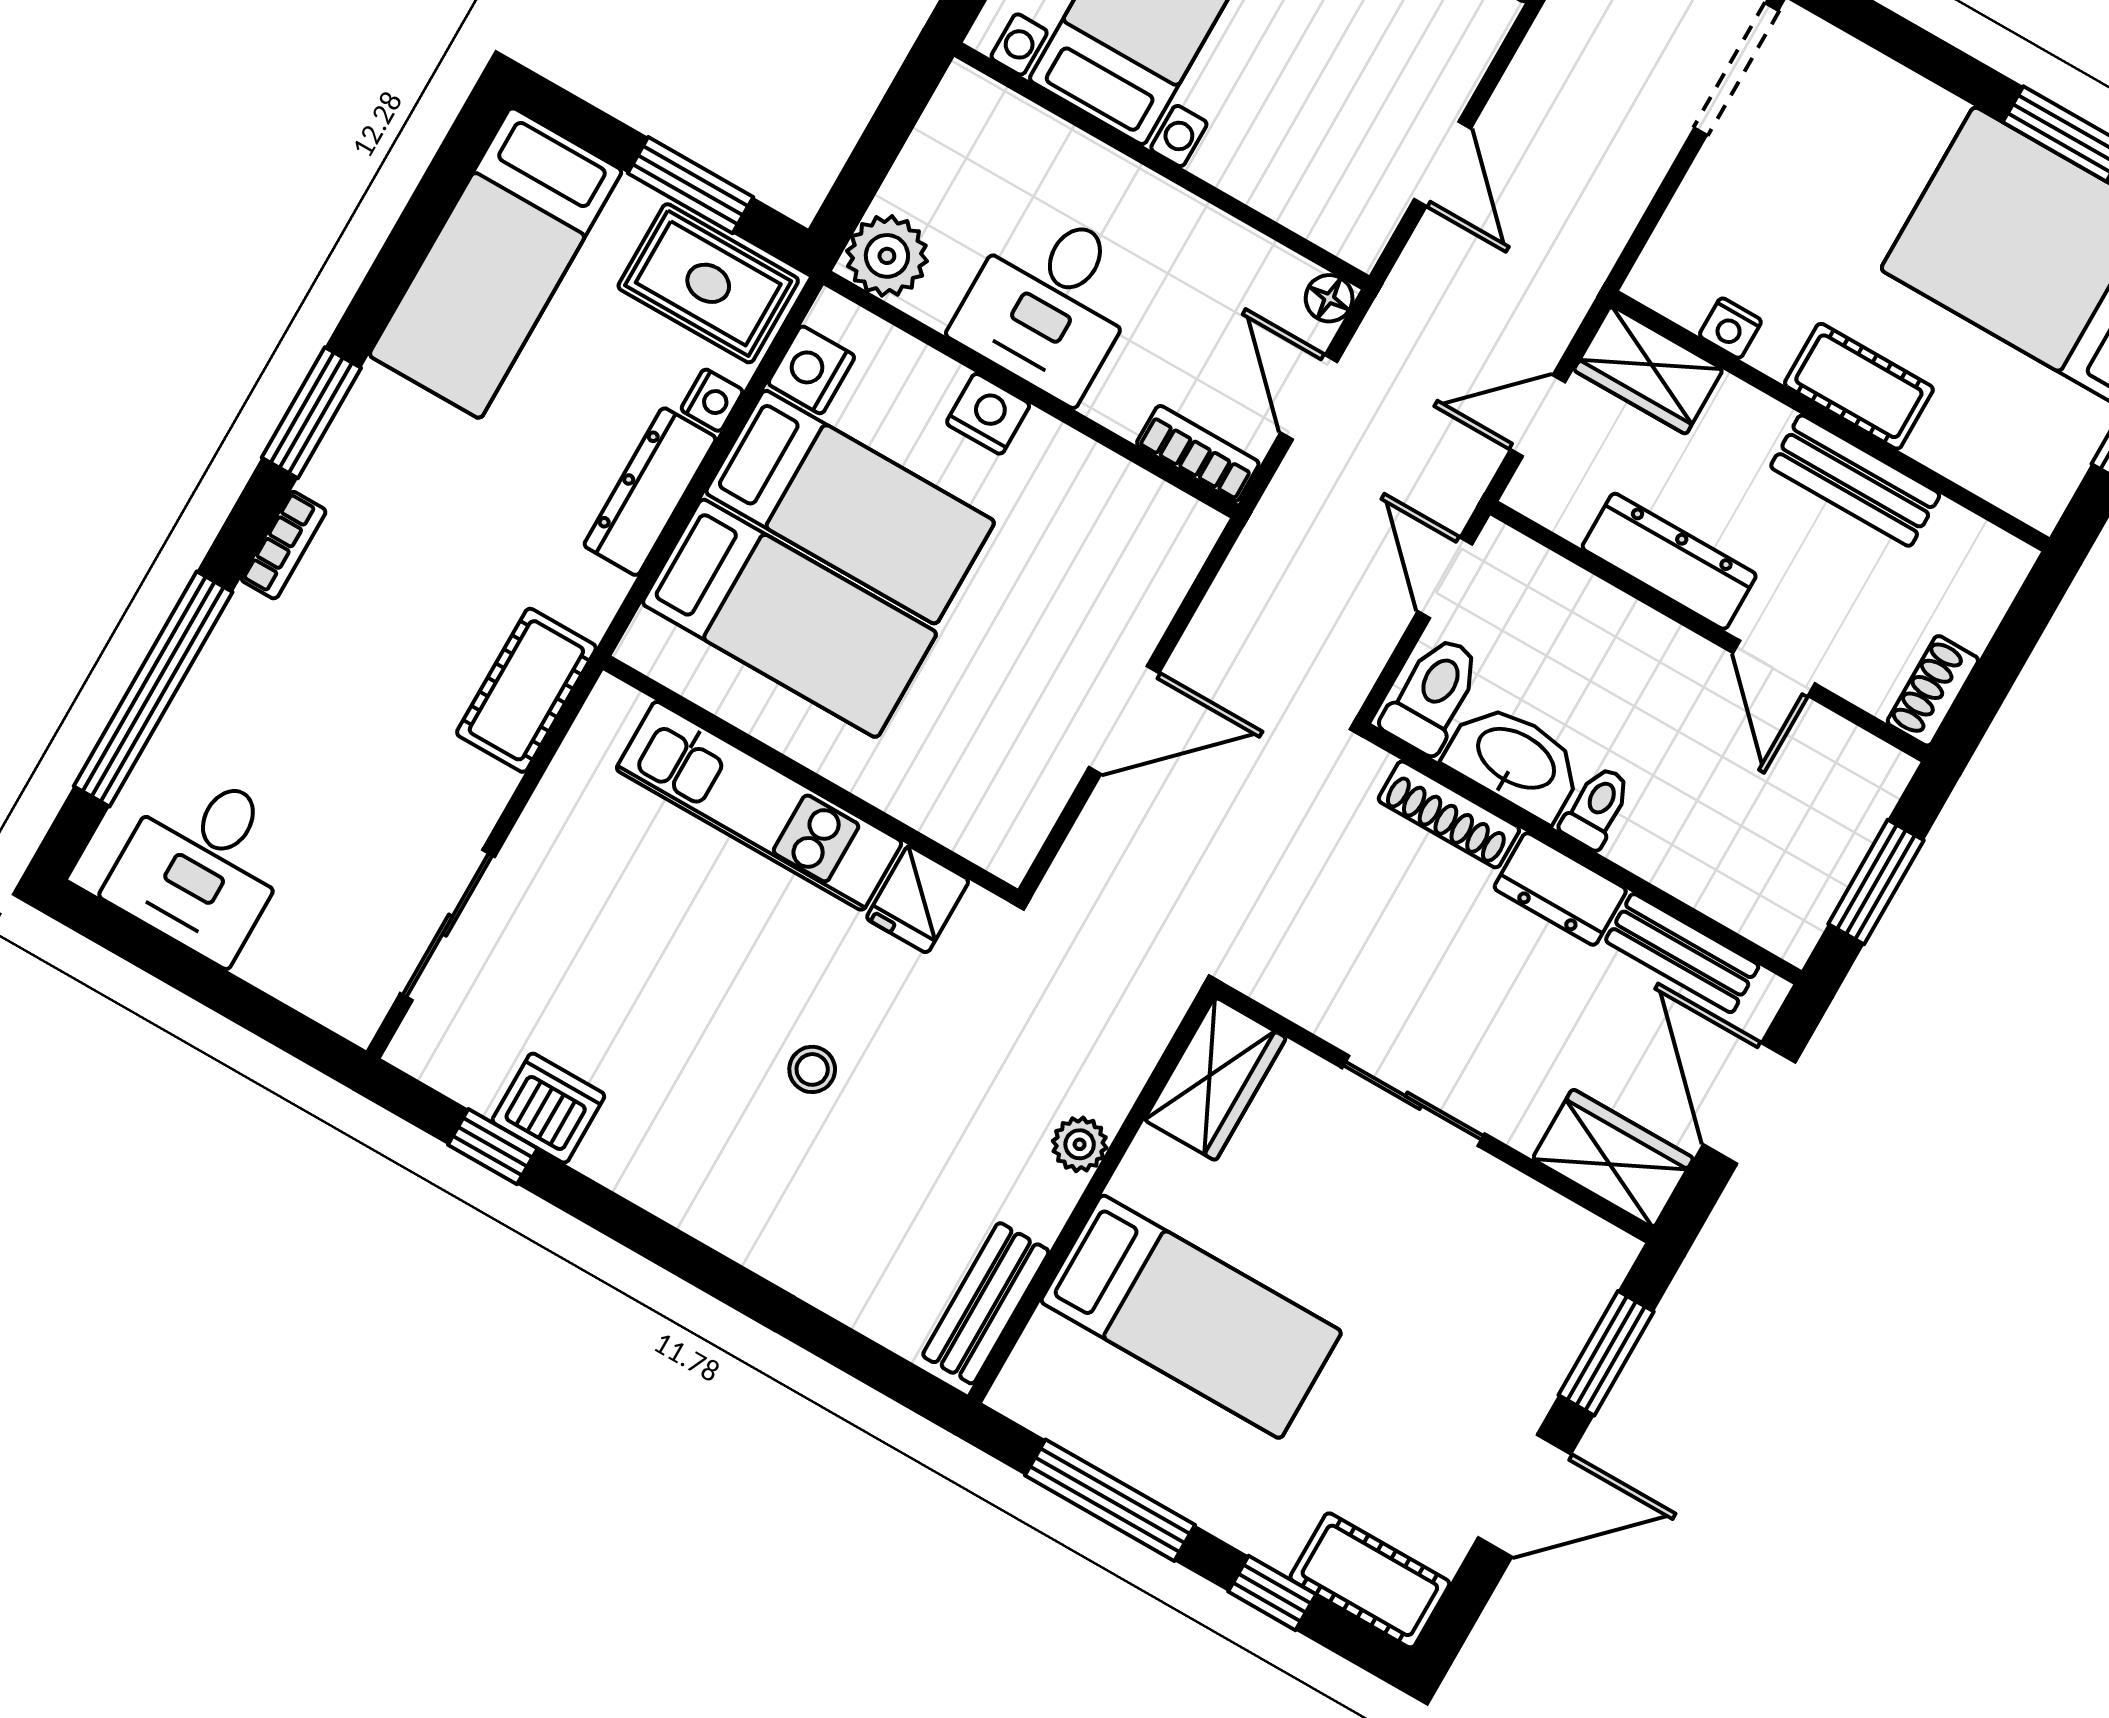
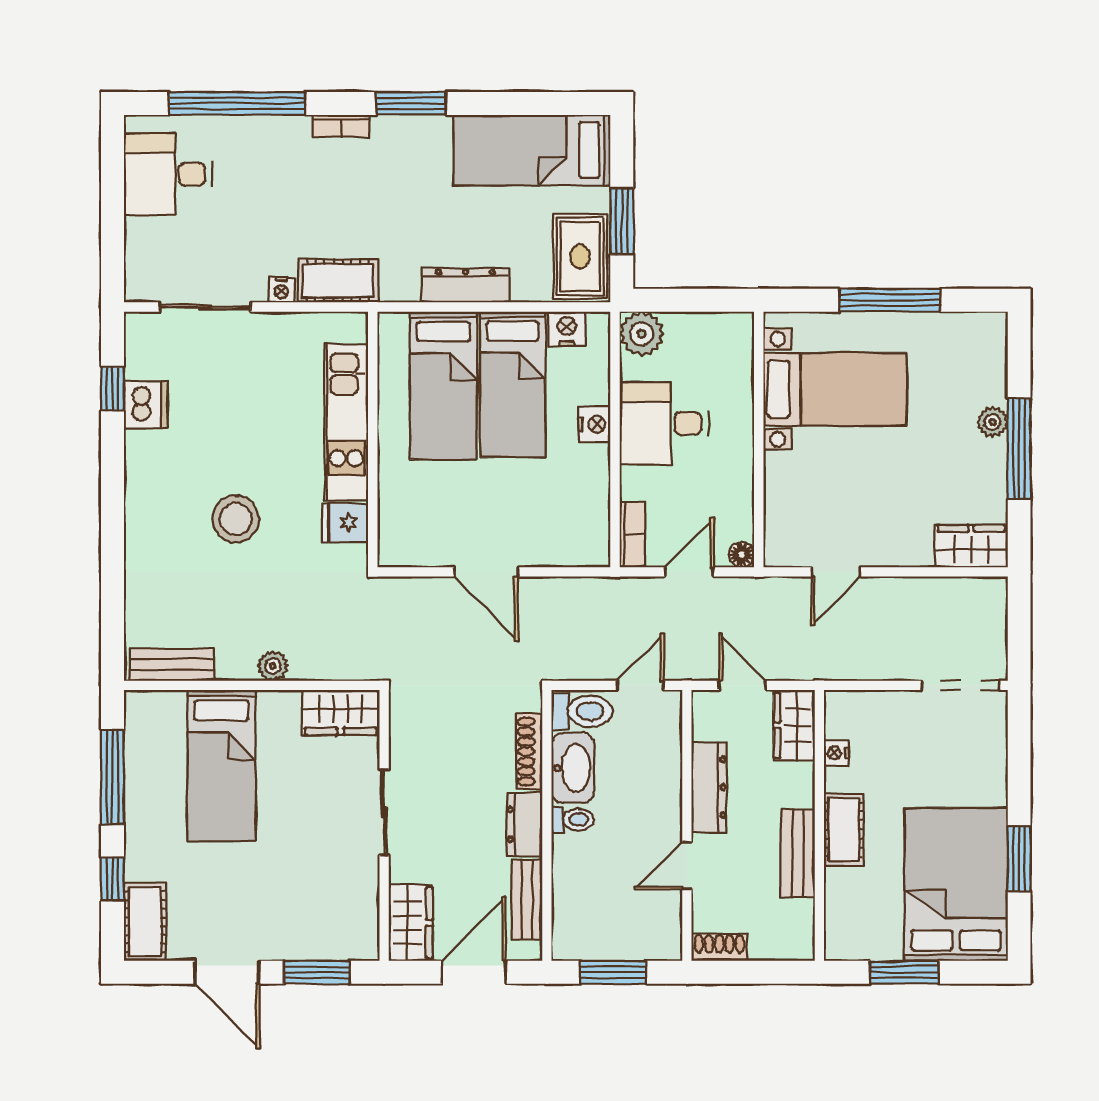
nightstand: (712, 400) -> (281, 290), moved
stool: (812, 1069) -> (236, 519), width x1.89, depth x1.89

